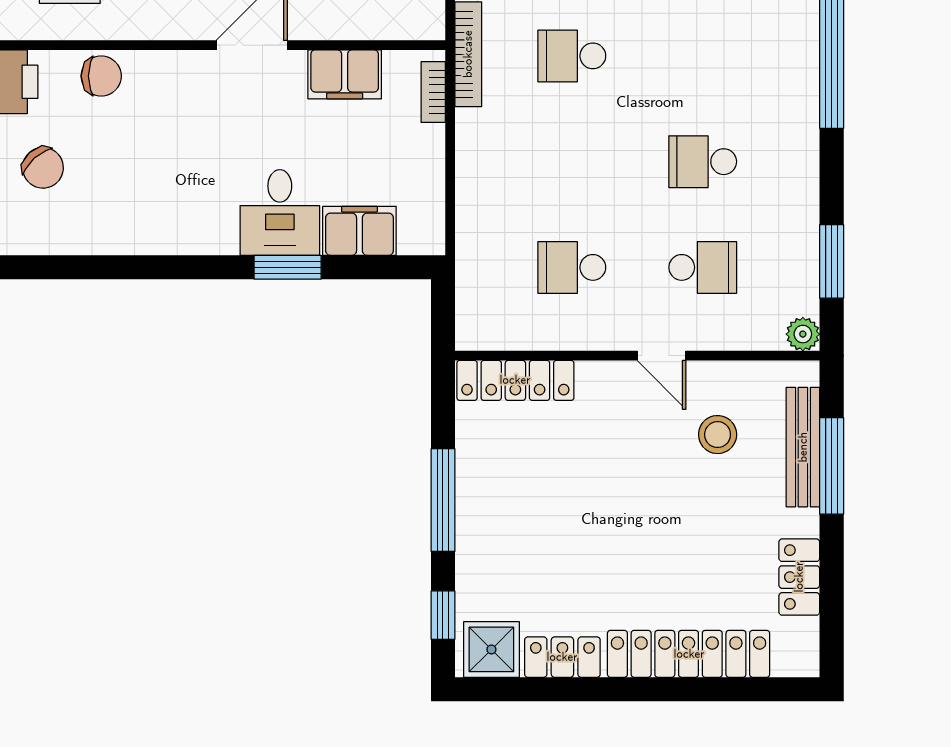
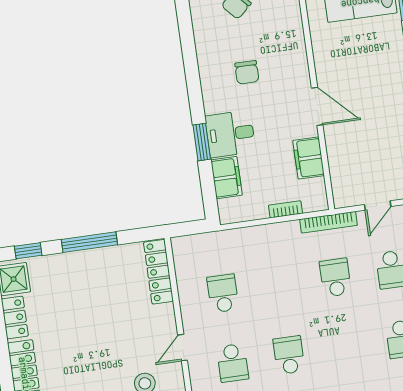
chair: (101, 76) -> (247, 72), moved
bookcase: (433, 92) -> (285, 209), moved

